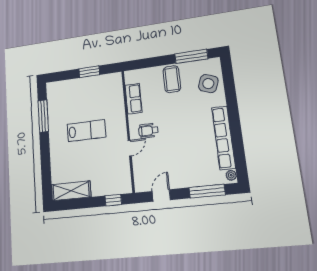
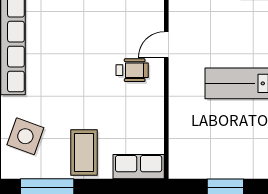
row of seats: (134, 99) -> (139, 167), moved, turned 90

